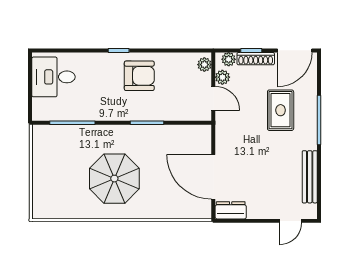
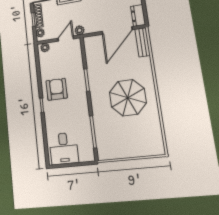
plant: (222, 77) -> (80, 30), moved
bench: (191, 211) -> (143, 42), added

